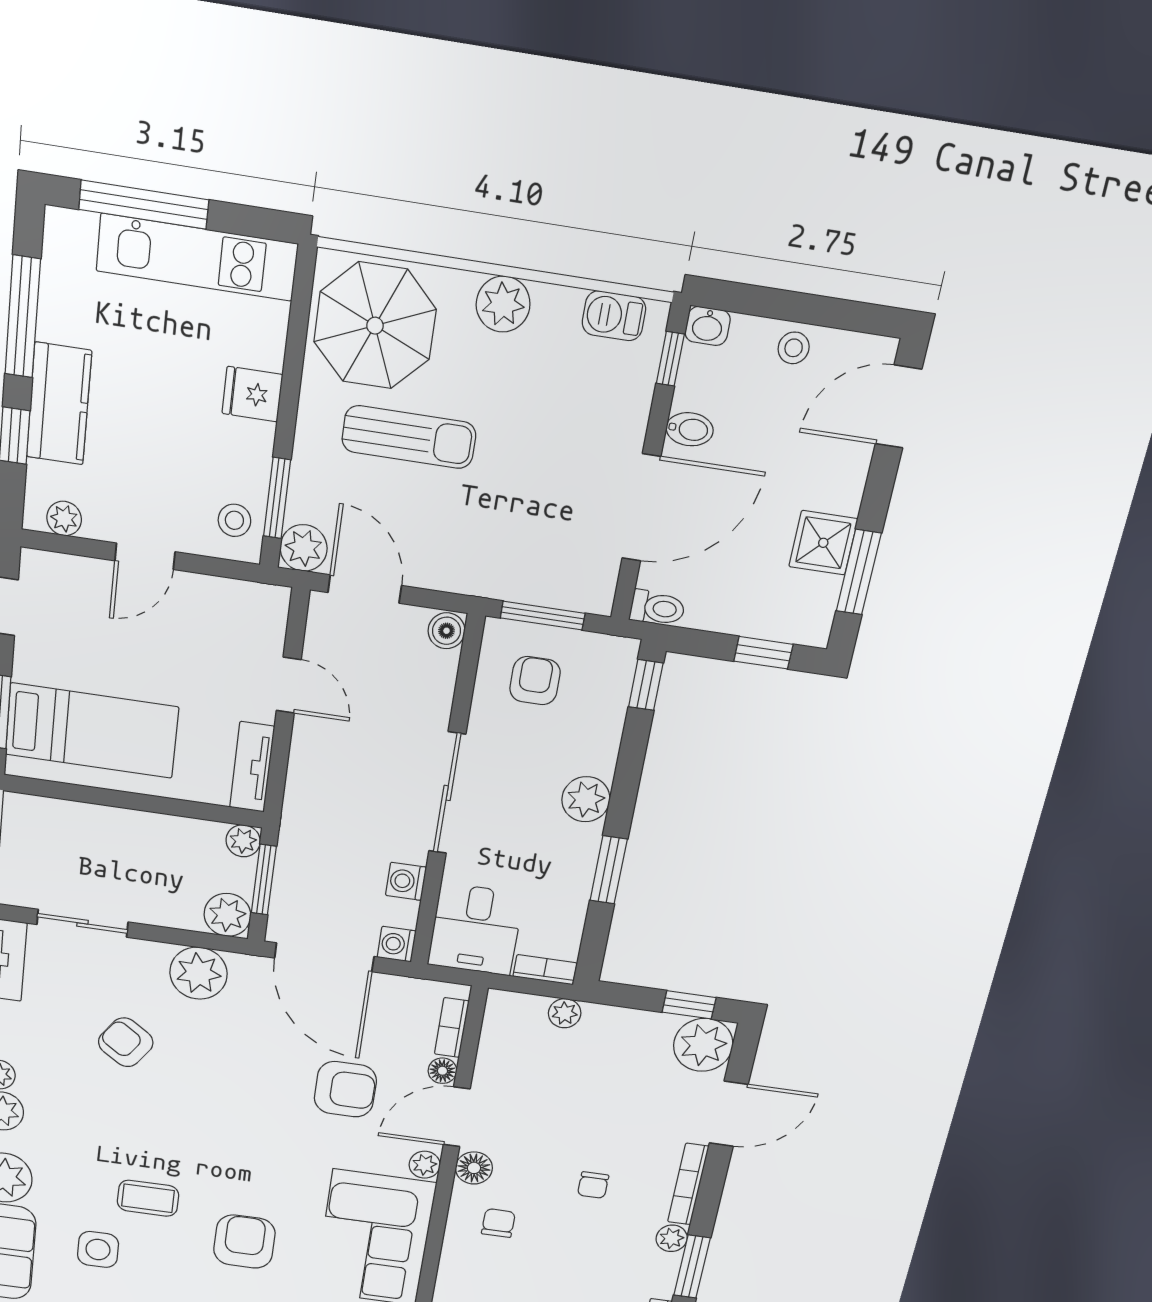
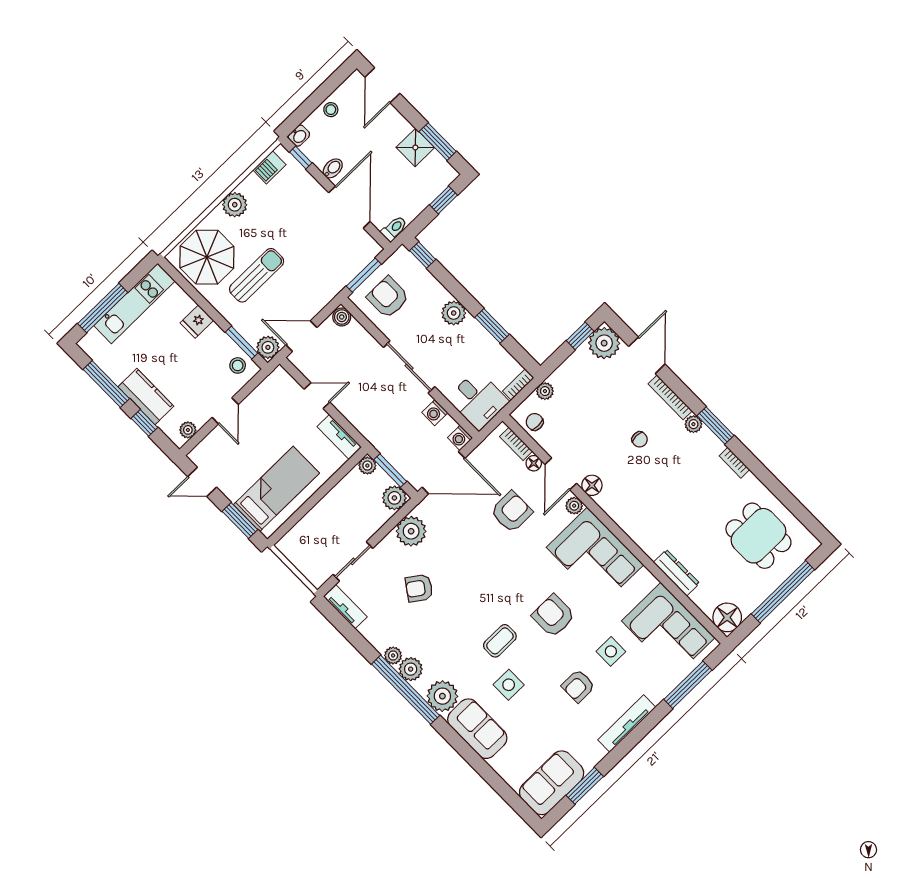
armchair: (535, 681) -> (388, 297), width x1.38, depth x1.38
chair: (498, 1223) -> (535, 422), moved

